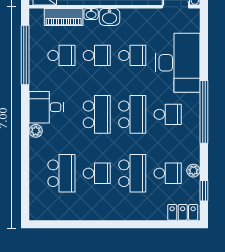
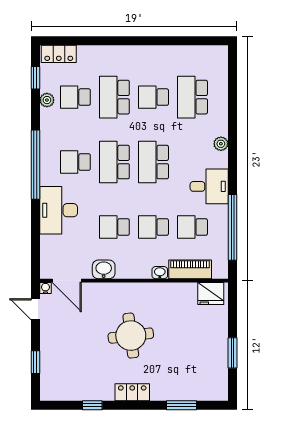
washbasin: (109, 17) -> (104, 269), moved
desk: (178, 63) -> (59, 210), width x0.73, depth x0.77
desk: (46, 107) -> (209, 186), moved

